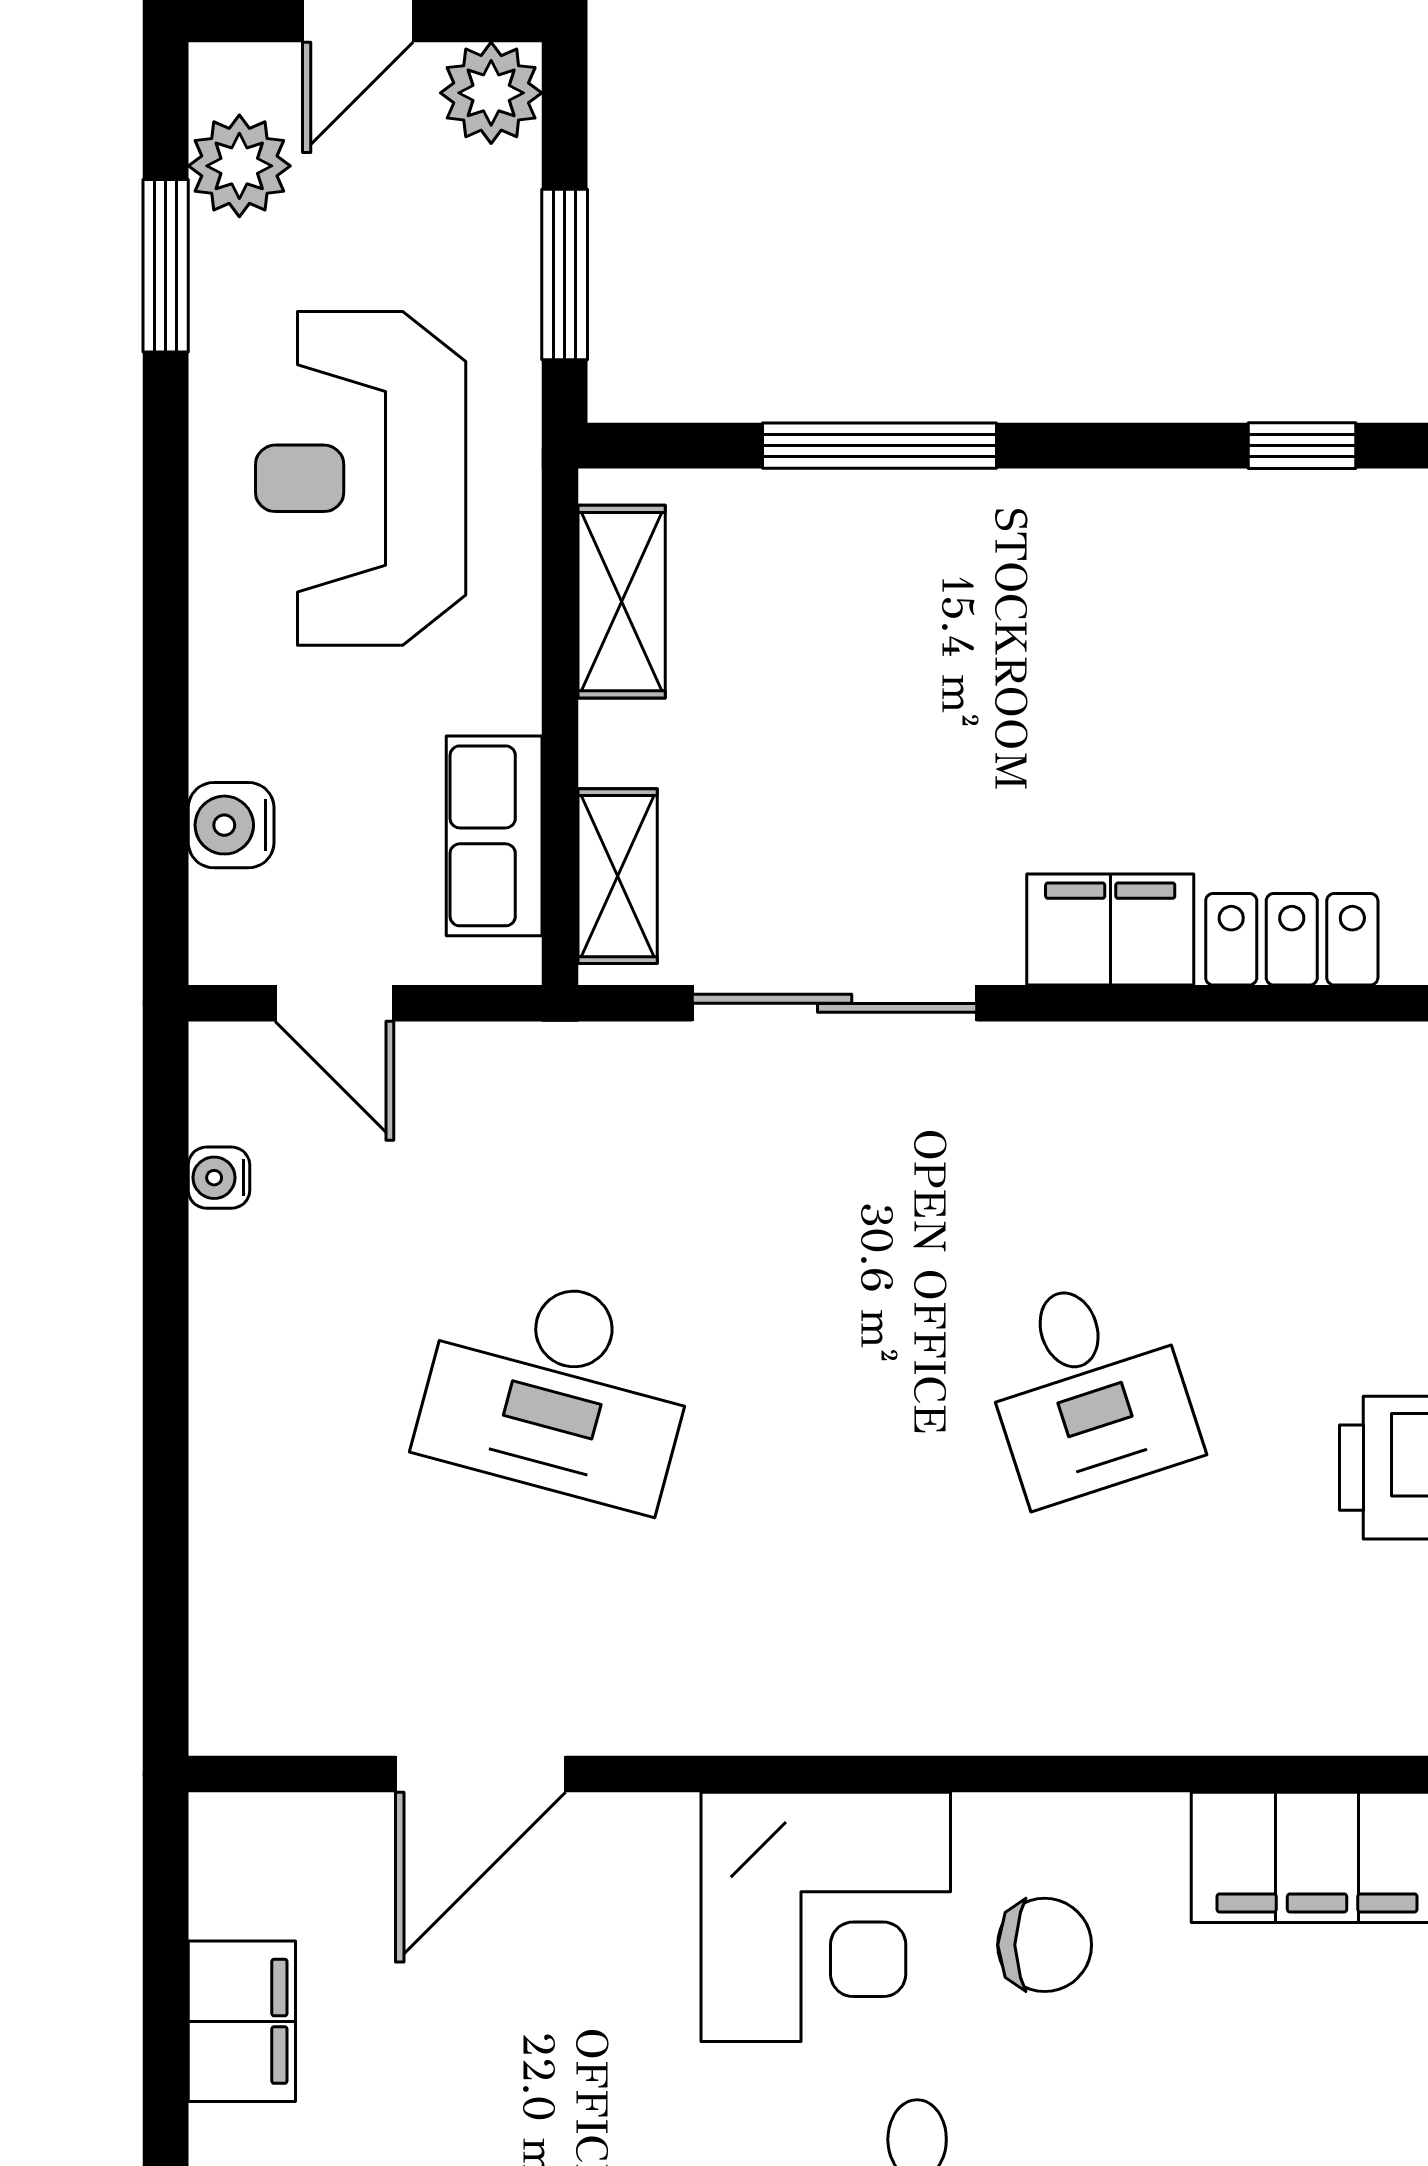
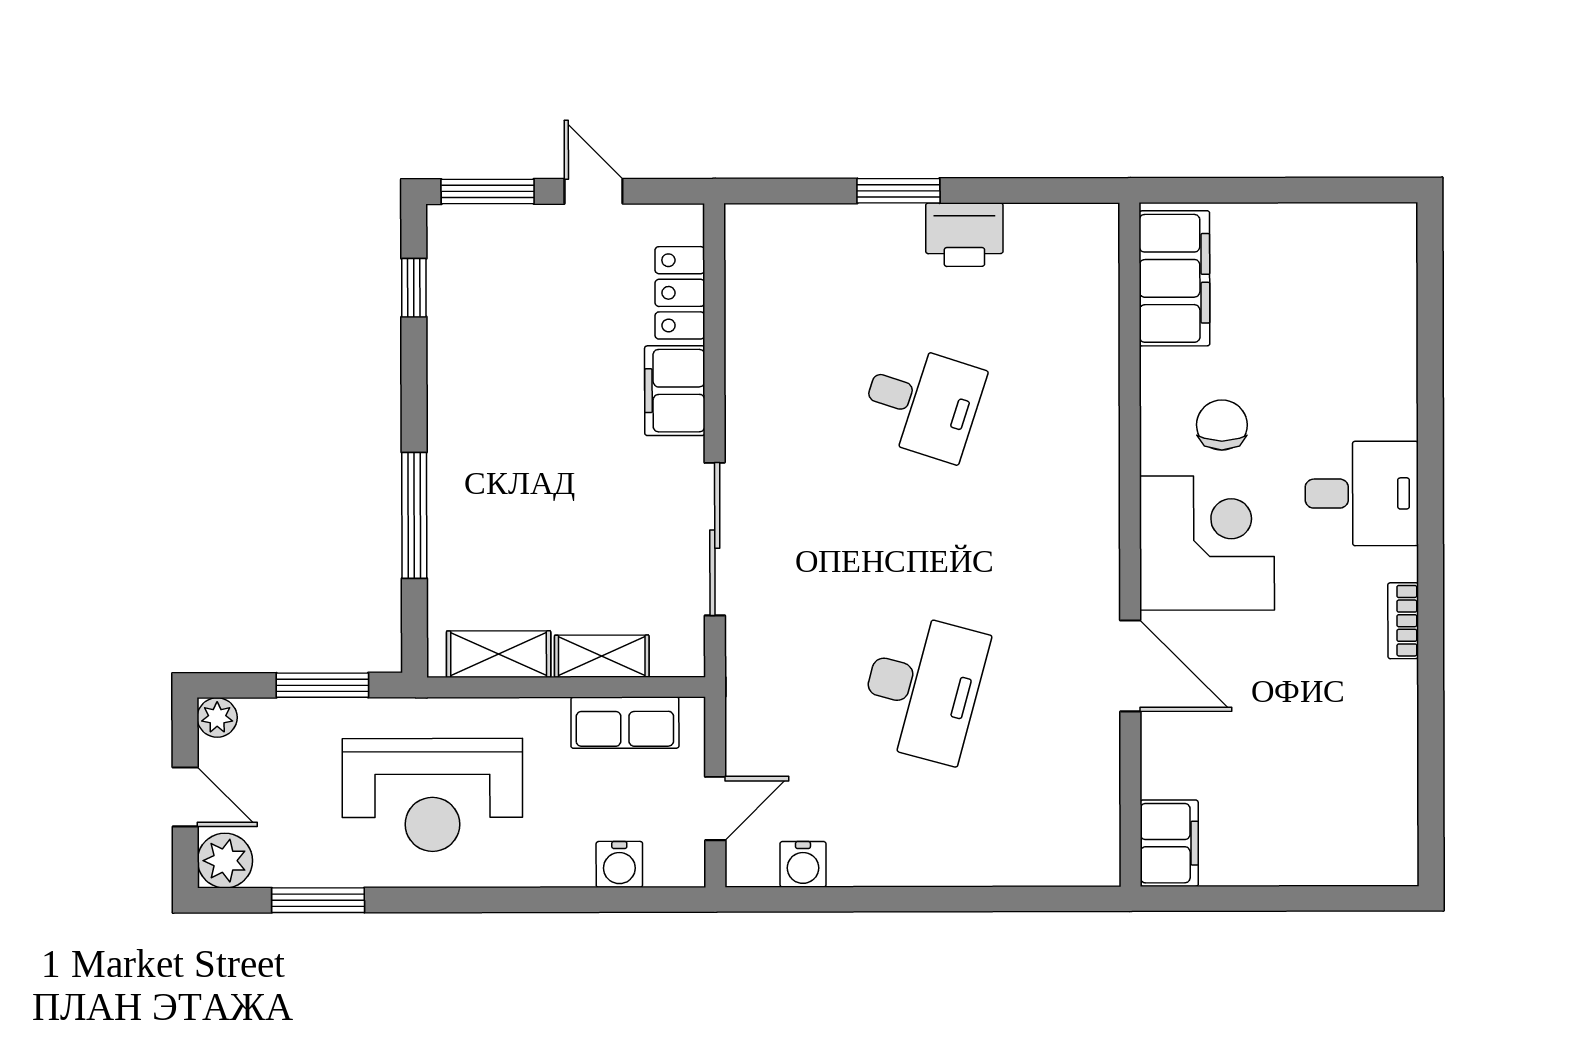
plant: (491, 93) -> (217, 717), width x0.73, depth x0.73
plant: (239, 166) -> (225, 861), moved
shelving: (618, 876) -> (602, 656), moved
water cooler: (219, 1178) -> (803, 864), width x1.38, depth x1.38
desk: (1088, 1389) -> (922, 402), turned 36
door: (481, 1774) -> (1130, 666), moved
filing cabinet: (242, 2021) -> (1169, 843), moved, turned 90

